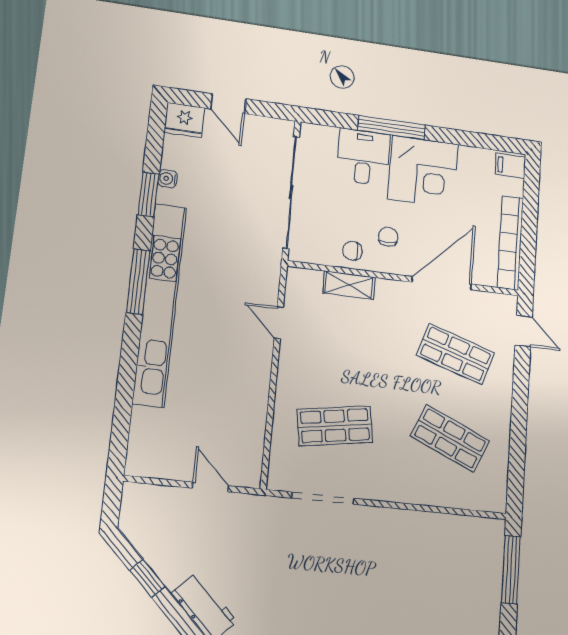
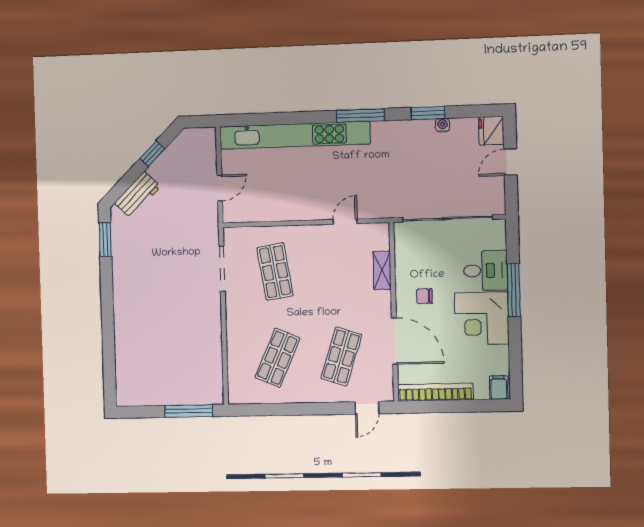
chair: (388, 237) -> (425, 296), turned 180
chair: (352, 251) -> (409, 270), removed
kitchen unit: (160, 304) -> (295, 135), moved

